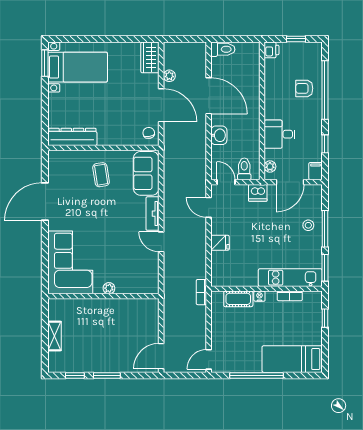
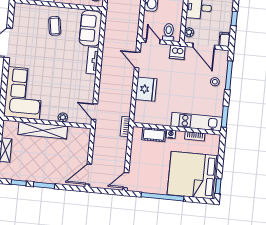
door: (290, 182) -> (204, 46), hinge flipped
window: (325, 229) -> (229, 75), moved
door: (161, 242) -> (94, 112), moved
fridge: (220, 243) -> (146, 89), width x1.88, depth x1.34
plant: (109, 288) -> (63, 117), moved
shelving: (99, 307) -> (43, 130), added
window: (325, 318) -> (218, 186), moved
bed: (292, 359) -> (193, 175), width x2.04

